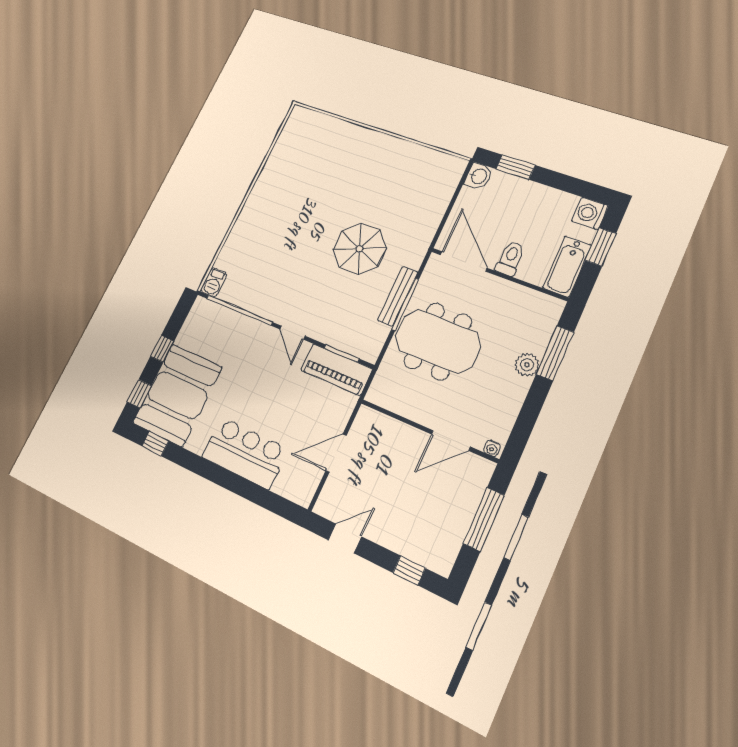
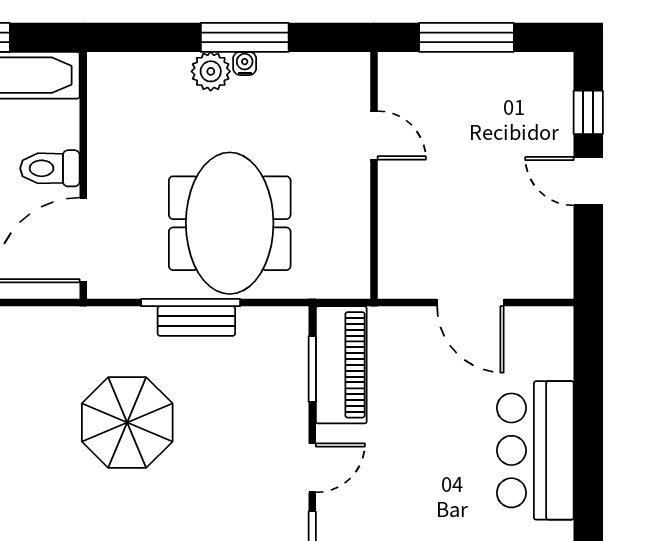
bench: (398, 296) -> (196, 321), width x0.73
window: (555, 353) -> (245, 37), moved
door: (451, 440) -> (374, 135), width x0.73
water cooler: (492, 448) -> (245, 63), moved, turned -90
door: (345, 538) -> (588, 181), moved

